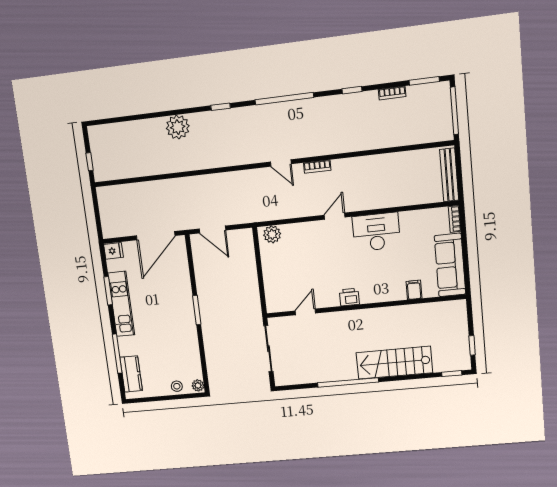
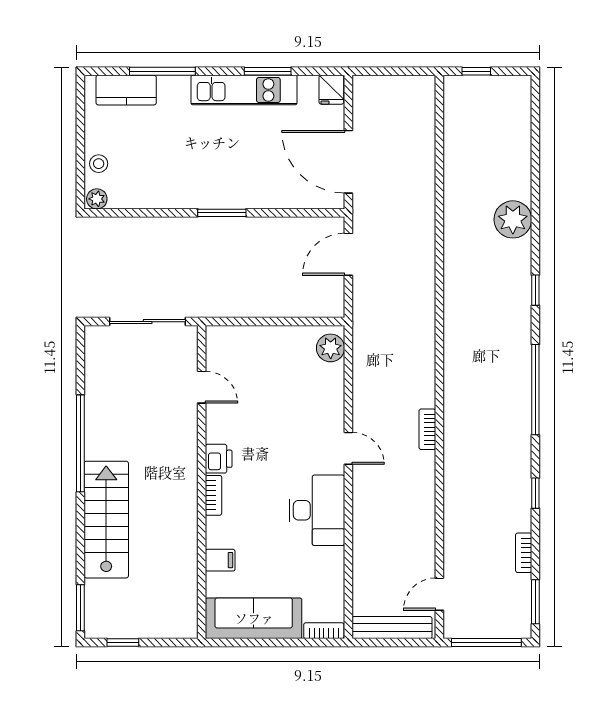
door: (281, 163) -> (439, 594), moved
bookcase: (373, 298) -> (214, 495), added
window: (452, 374) -> (80, 608), width x1.50

